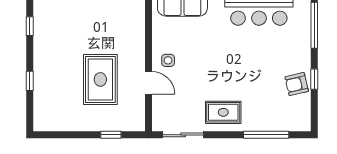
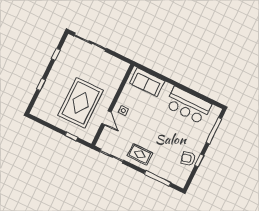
rug: (100, 79) -> (81, 103), width x1.37, depth x1.44

